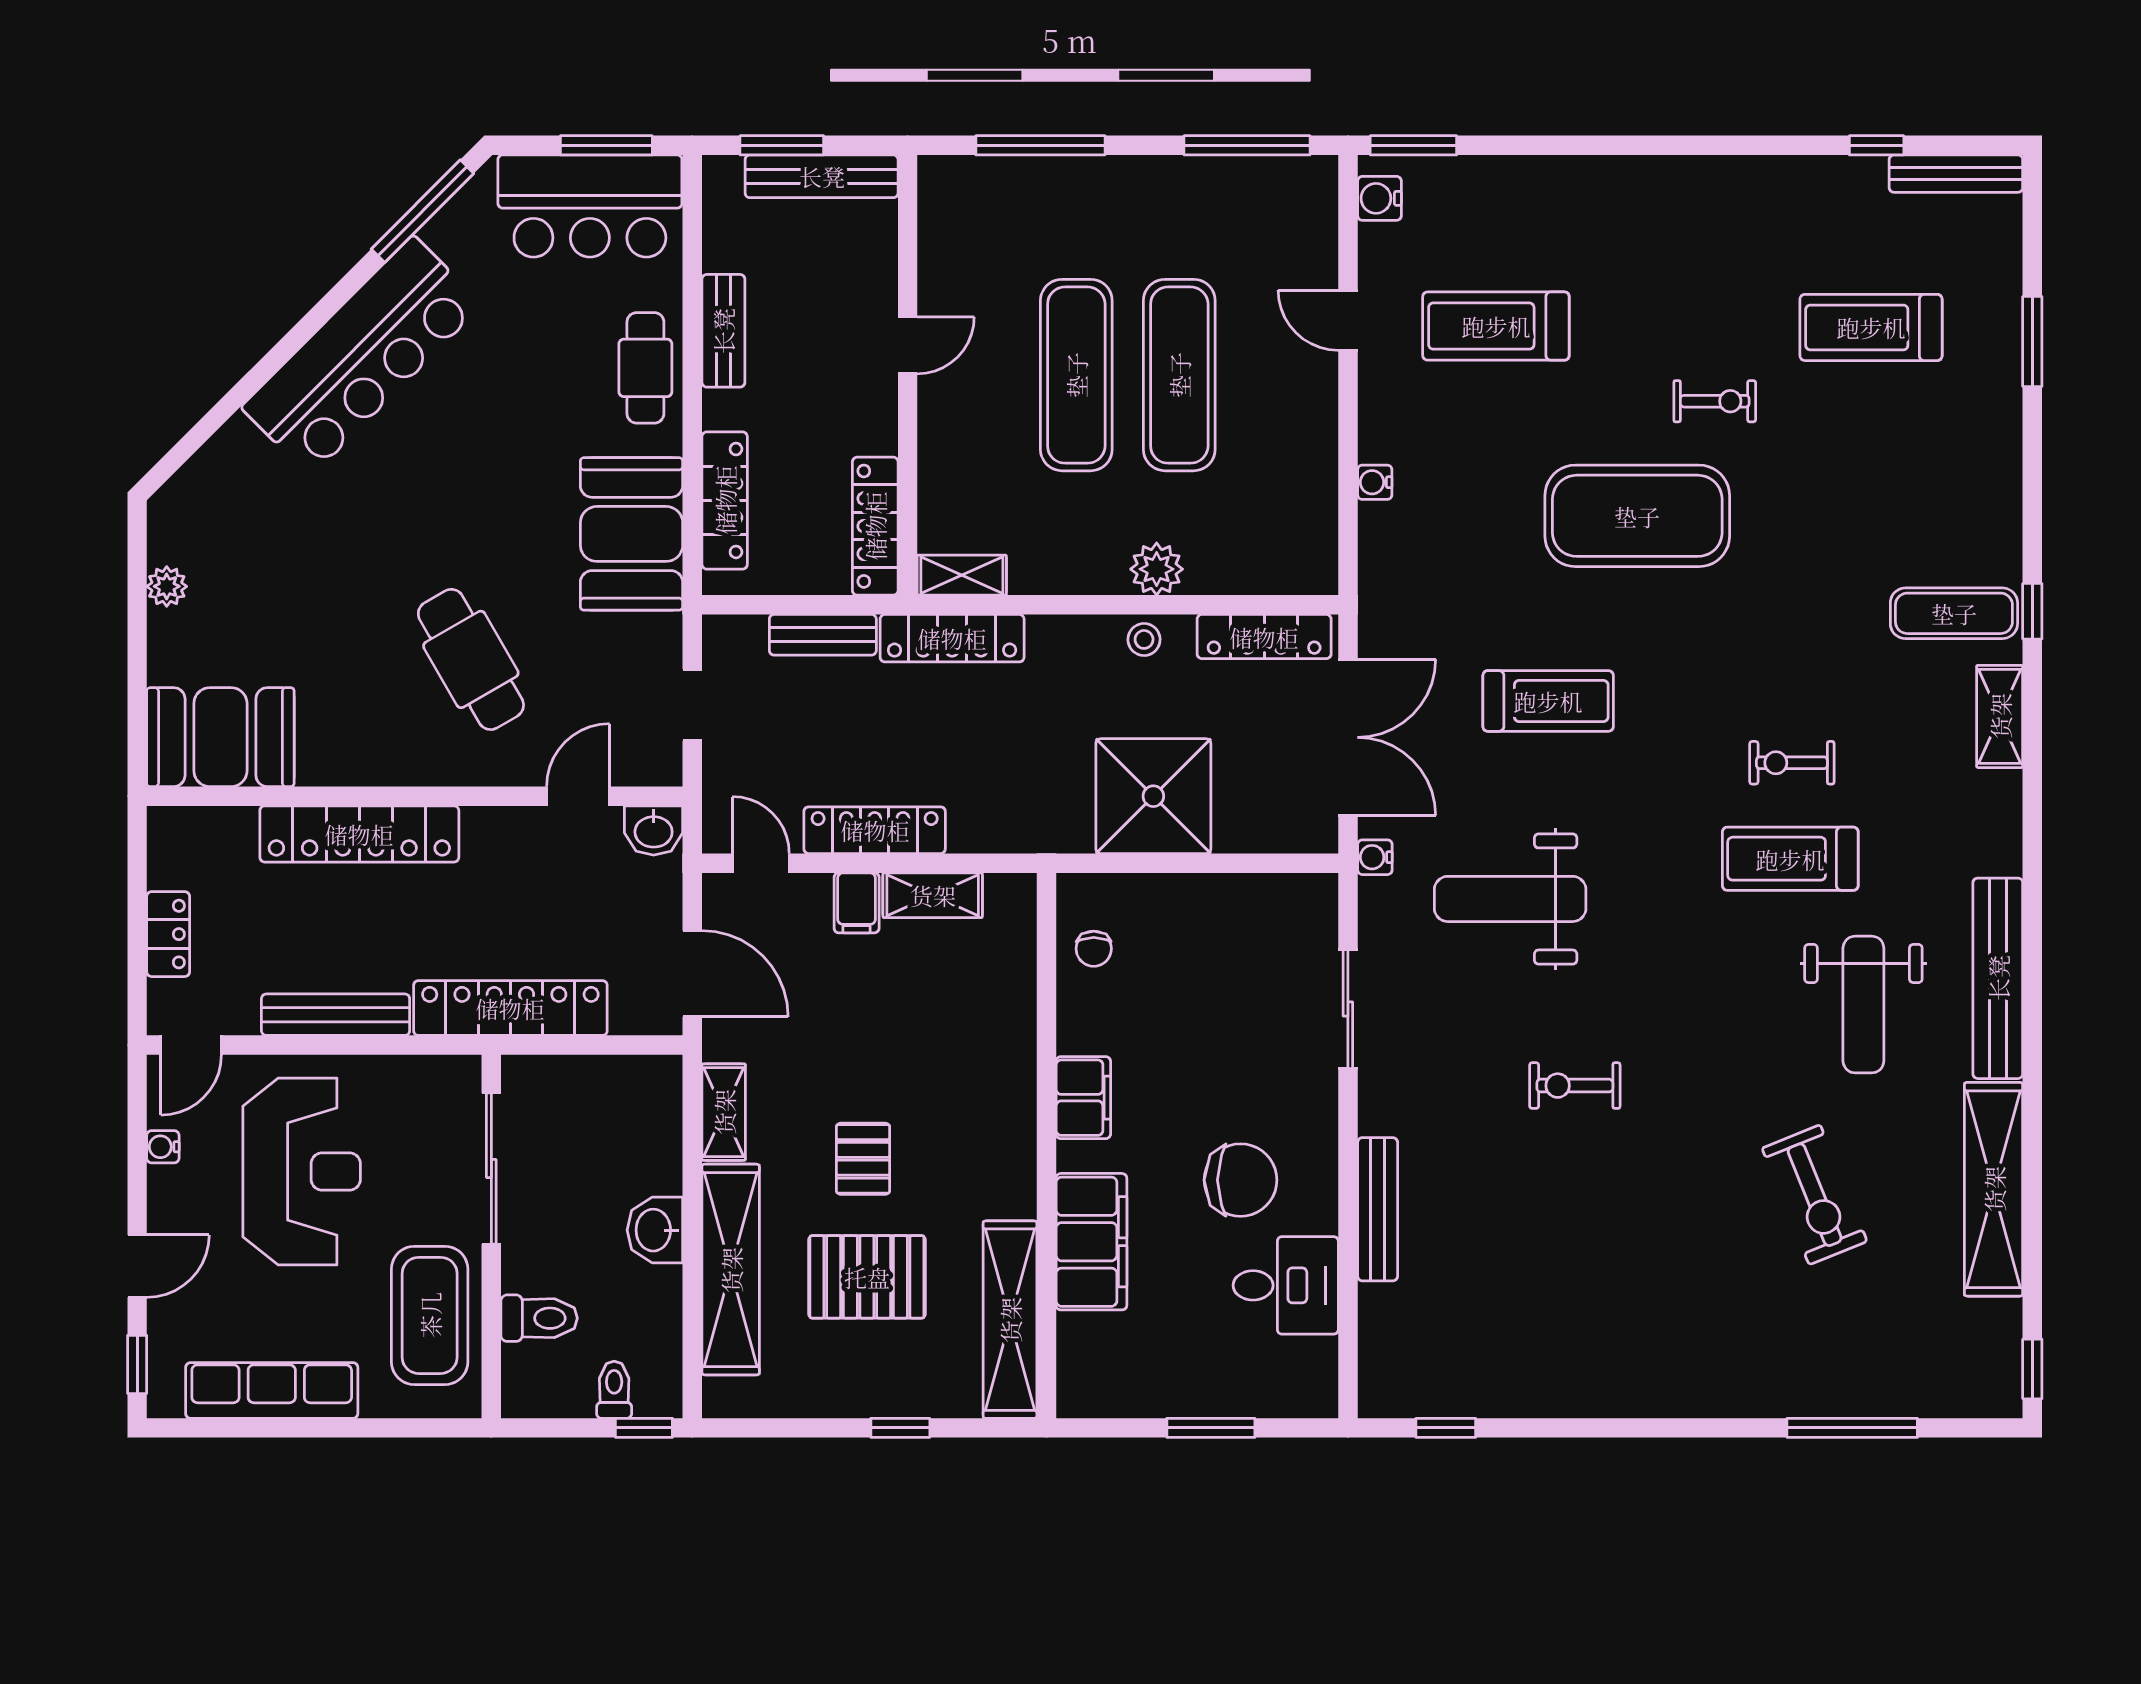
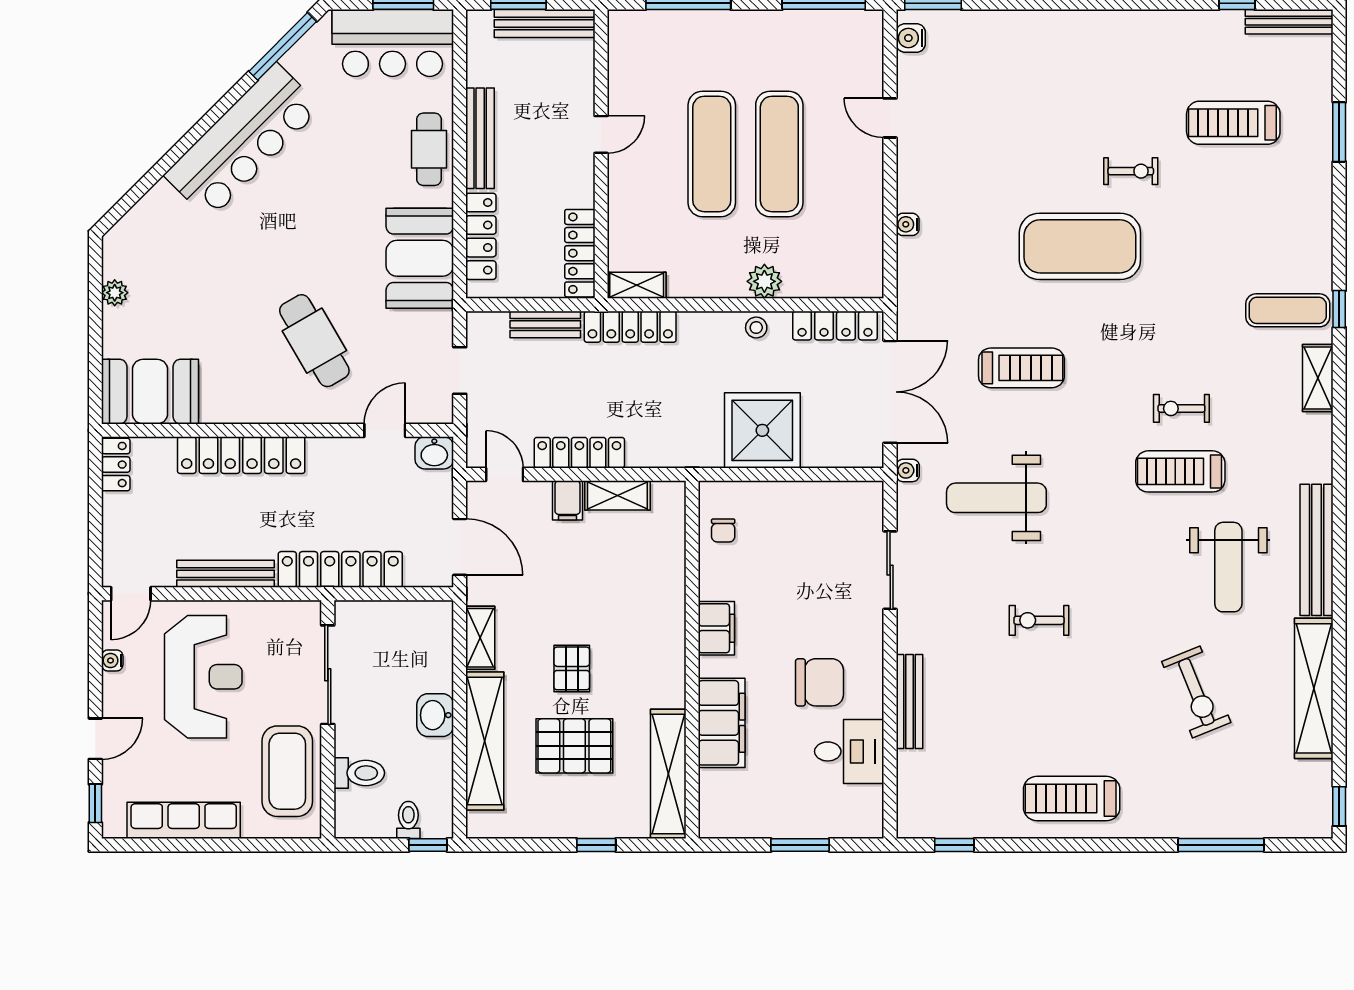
treadmill: (1496, 326) -> (1072, 799), moved
bench: (723, 331) -> (480, 138), width x1.36
locker: (168, 934) -> (116, 465), moved

